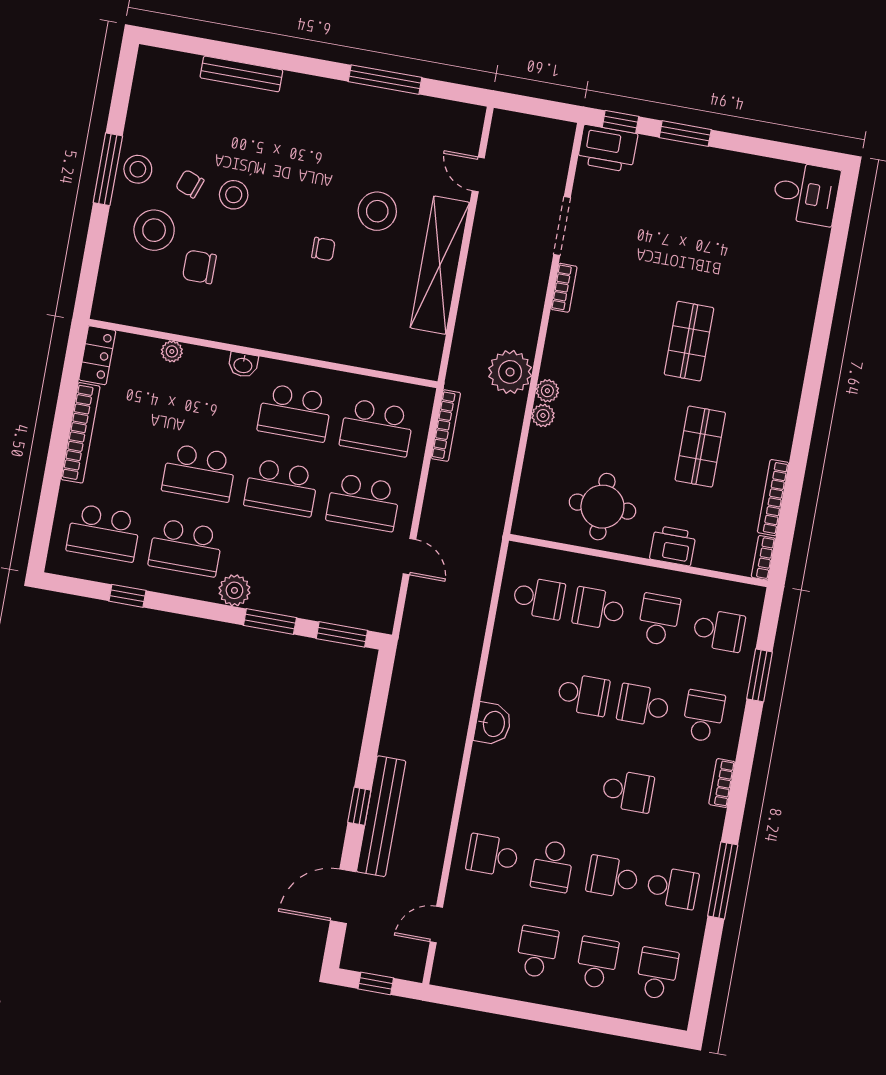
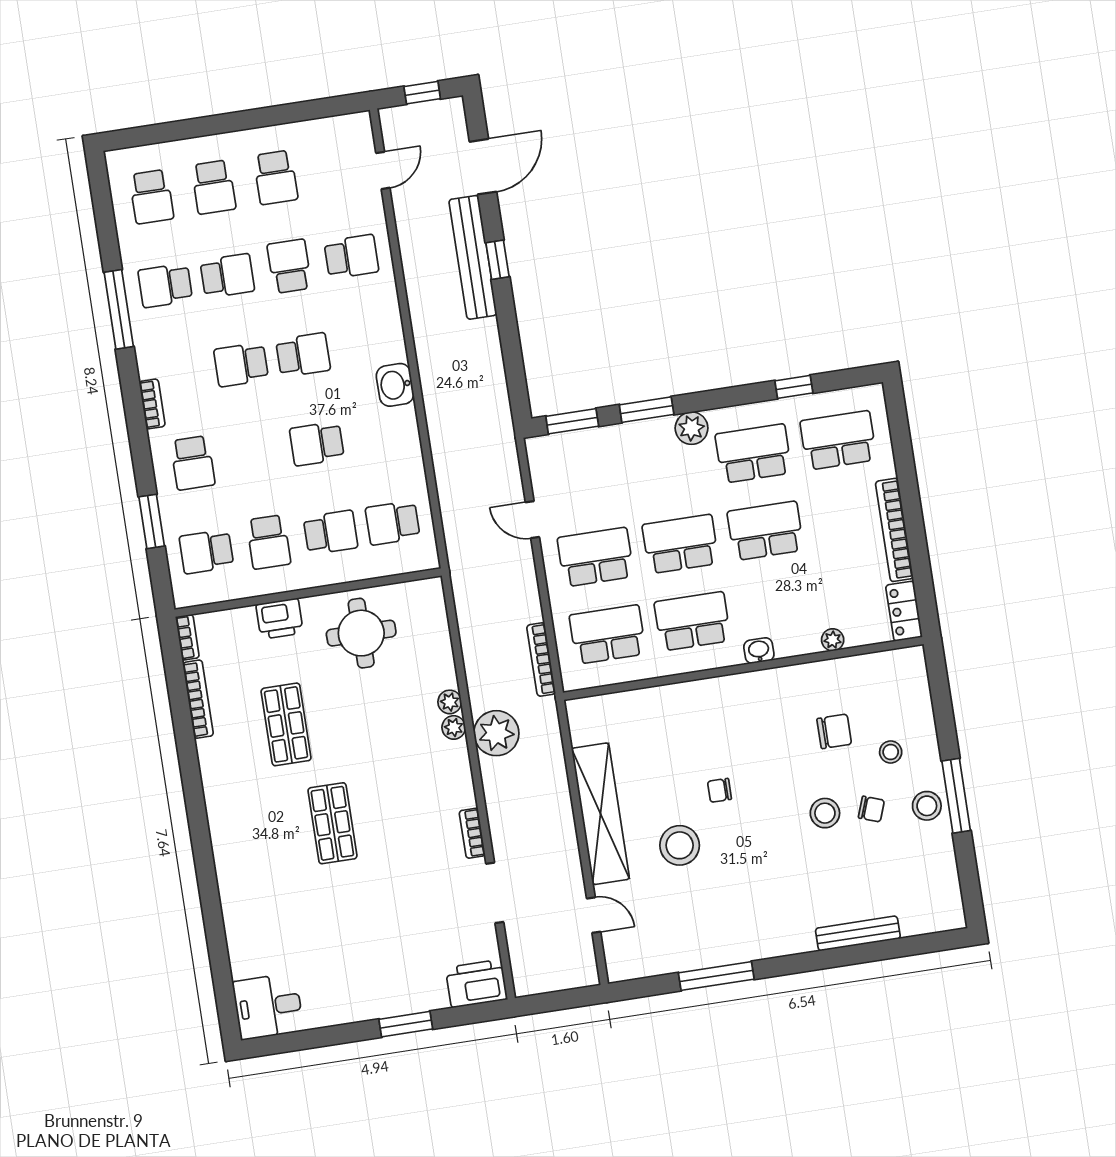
window: (620, 122) -> (473, 1014), removed
stool: (154, 230) -> (891, 752), width x0.53, depth x0.53
school desk: (643, 705) -> (303, 355), moved

